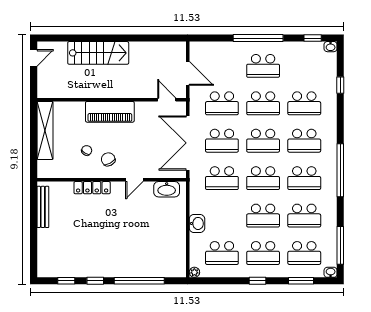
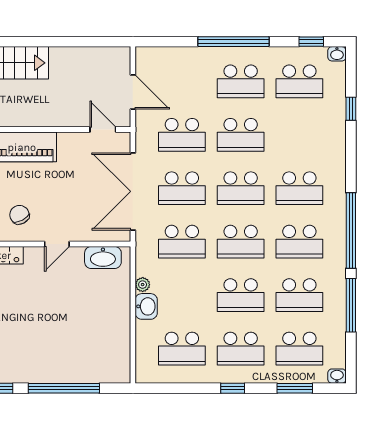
school desk: (304, 103) -> (299, 81), moved
window: (340, 245) -> (351, 305), moved
plant: (194, 272) -> (143, 285), moved

